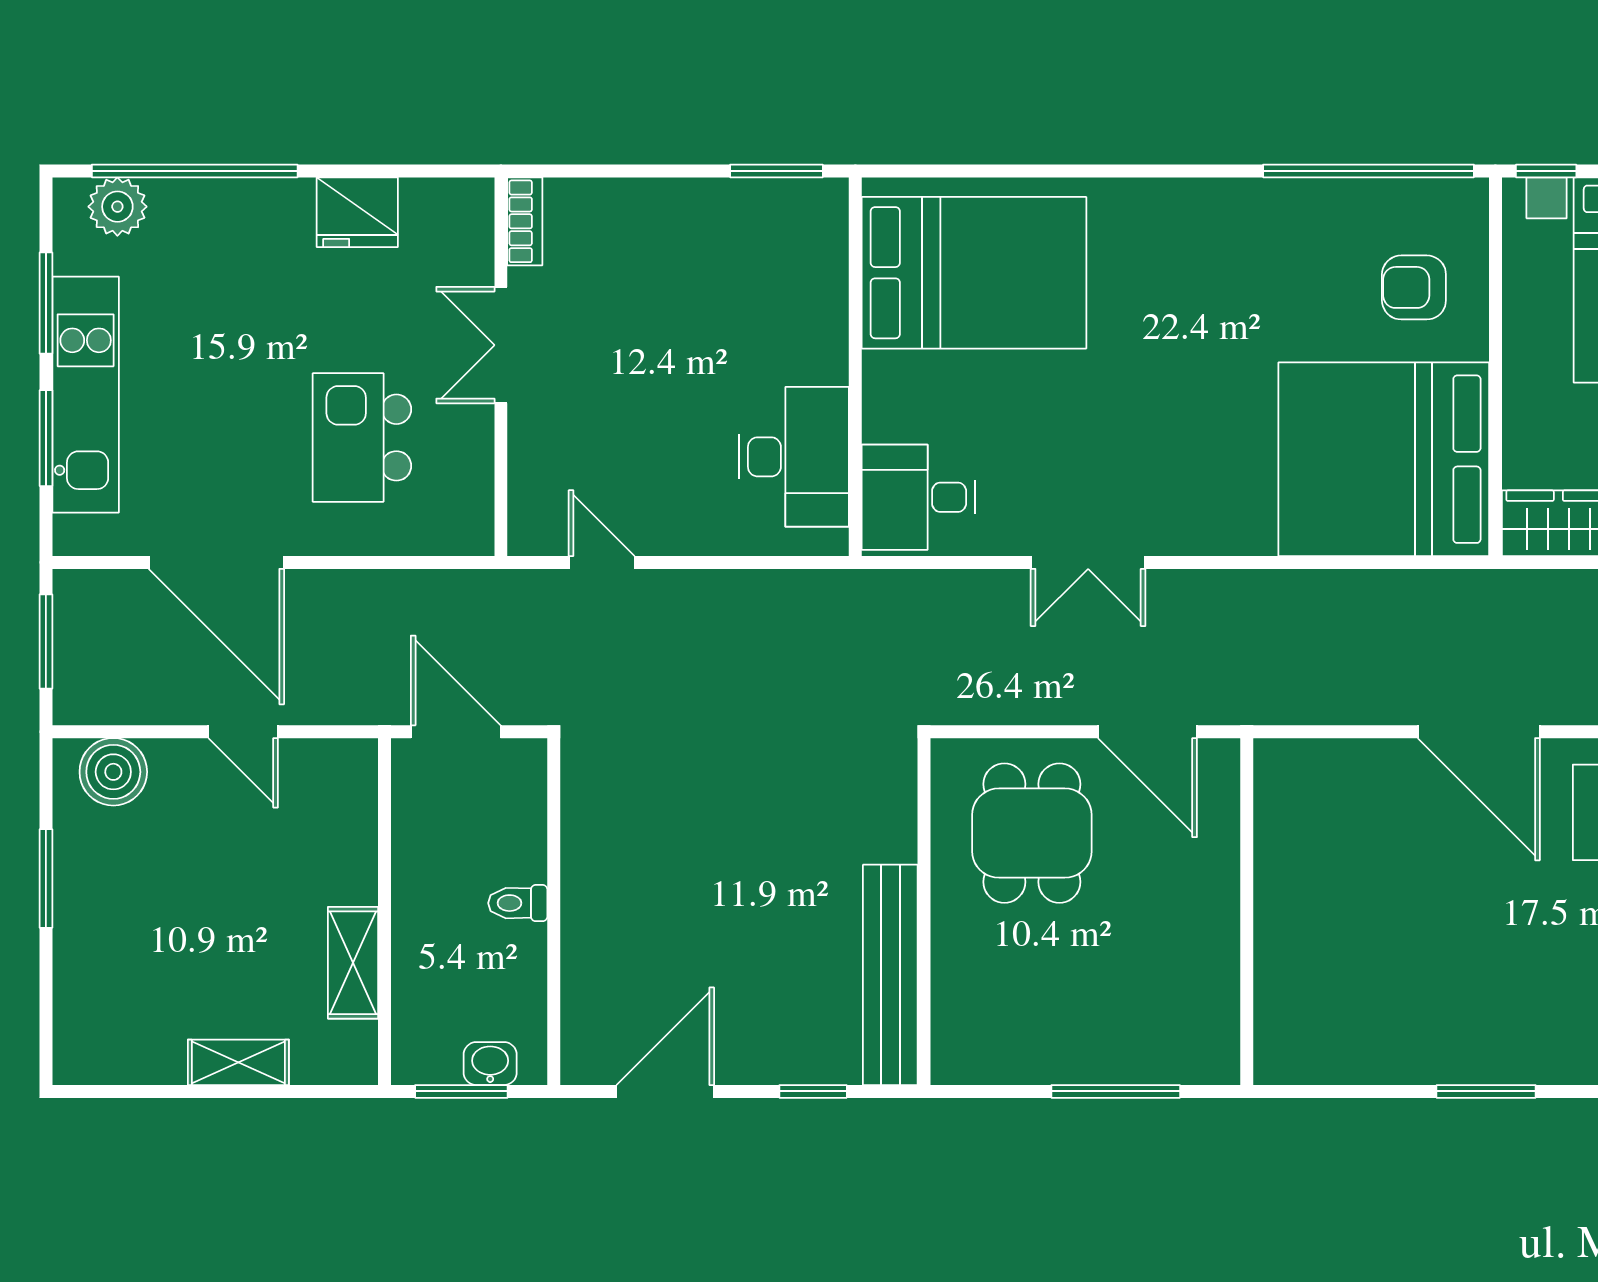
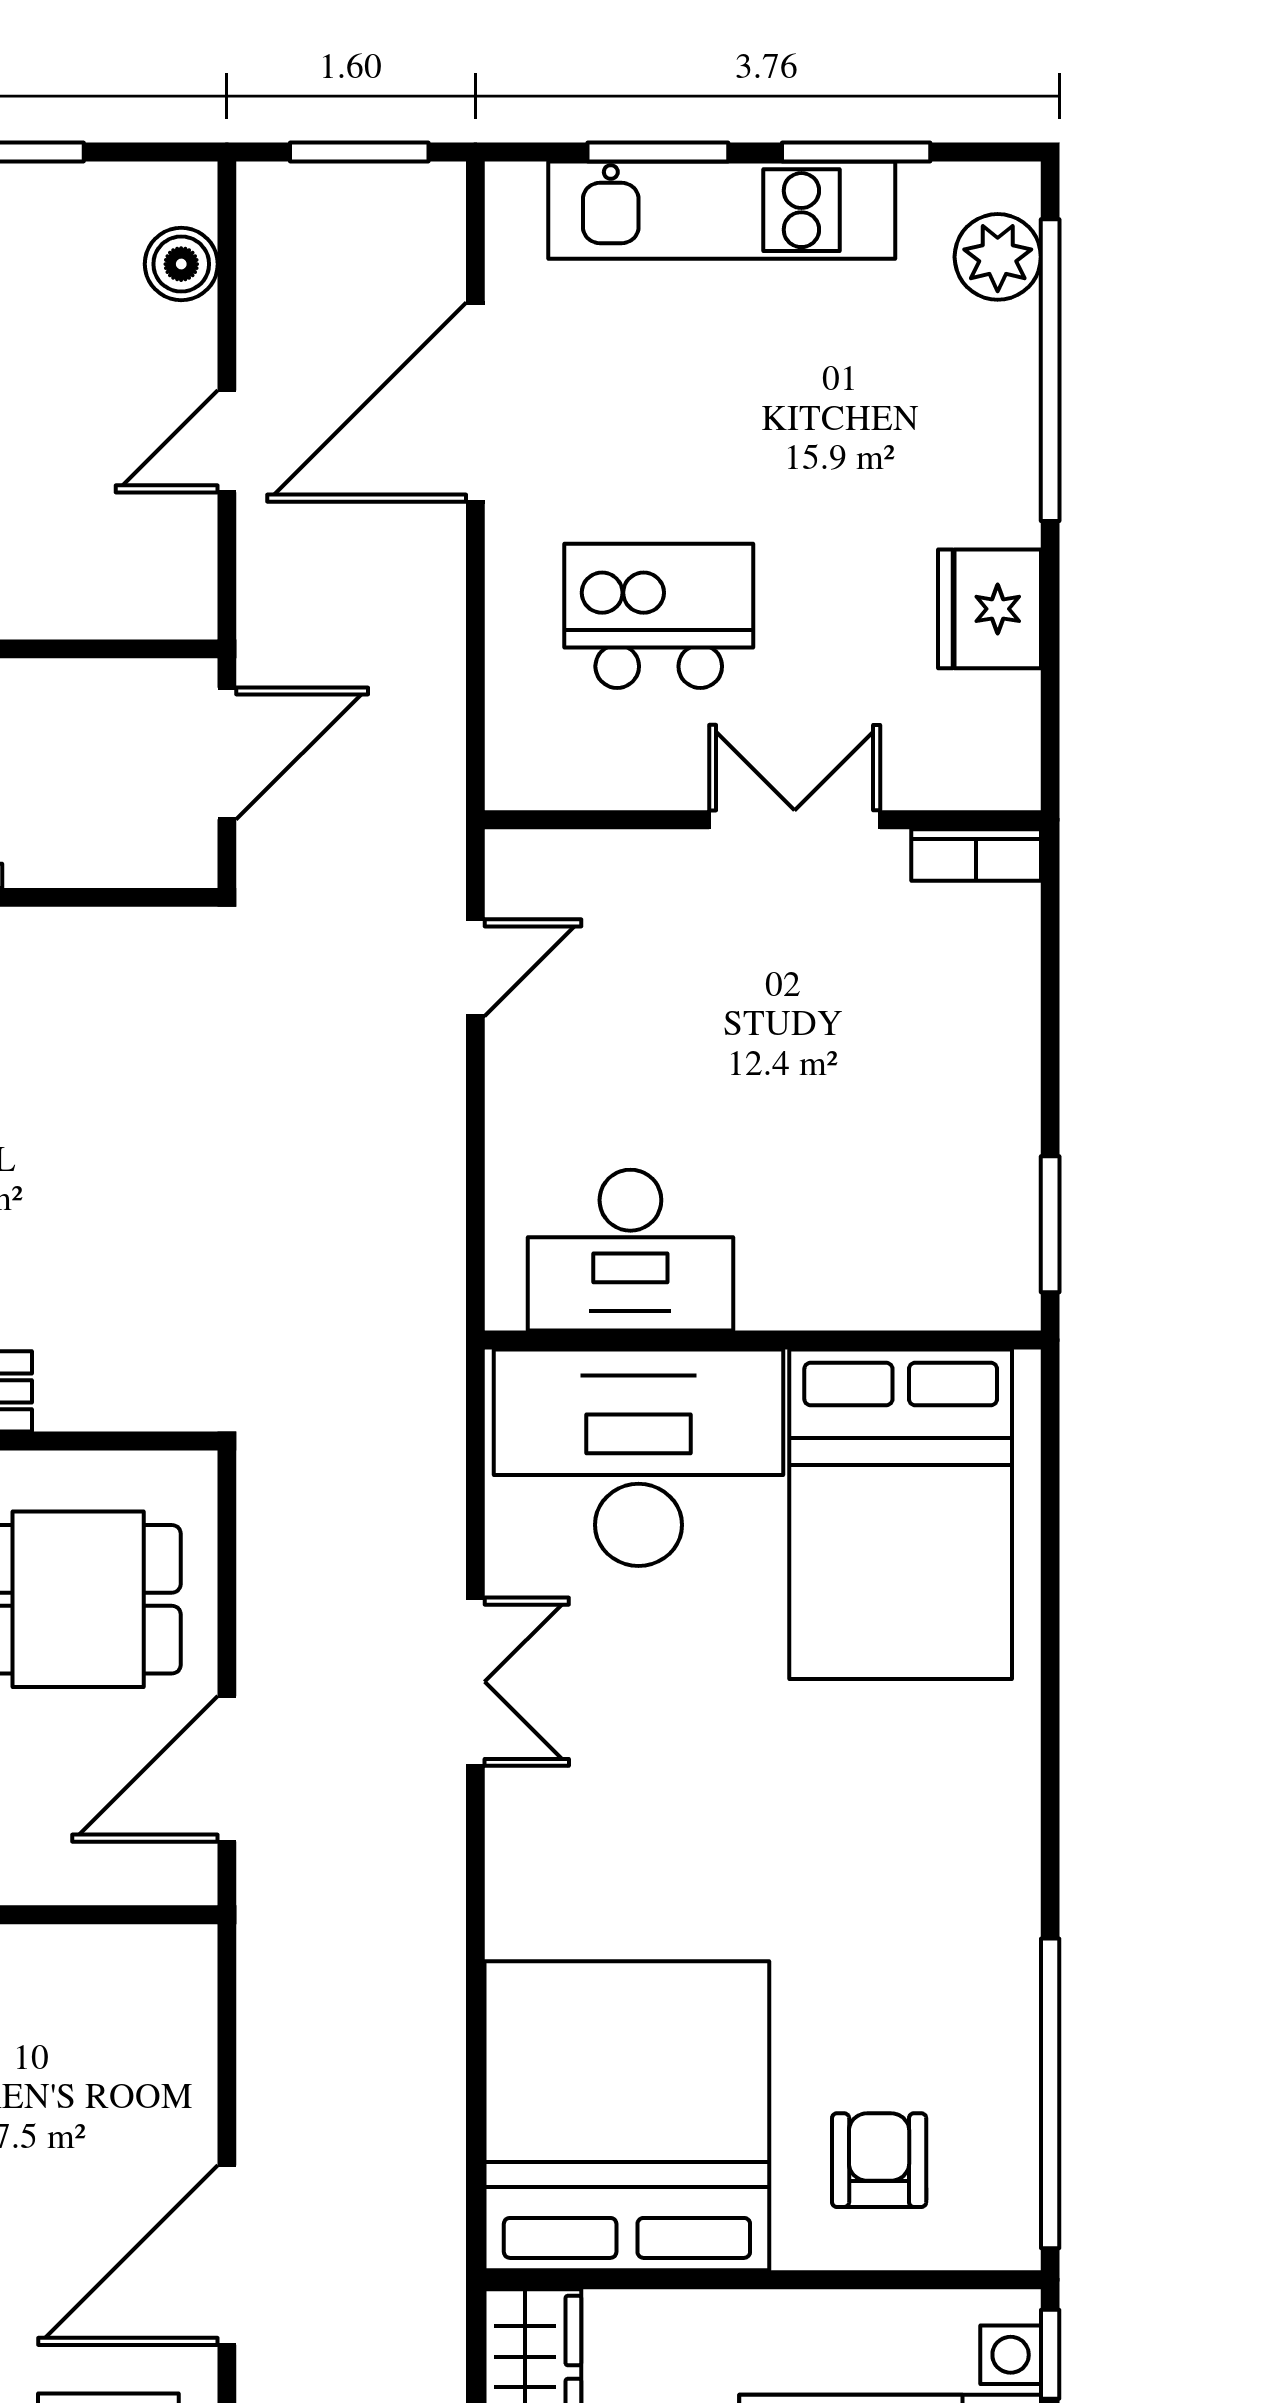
desk: (918, 497) -> (639, 1458), width x1.87, depth x1.30
double door: (1088, 562) -> (475, 1682), swing flipped
boiler: (113, 772) -> (181, 264), width x0.73, depth x0.73

